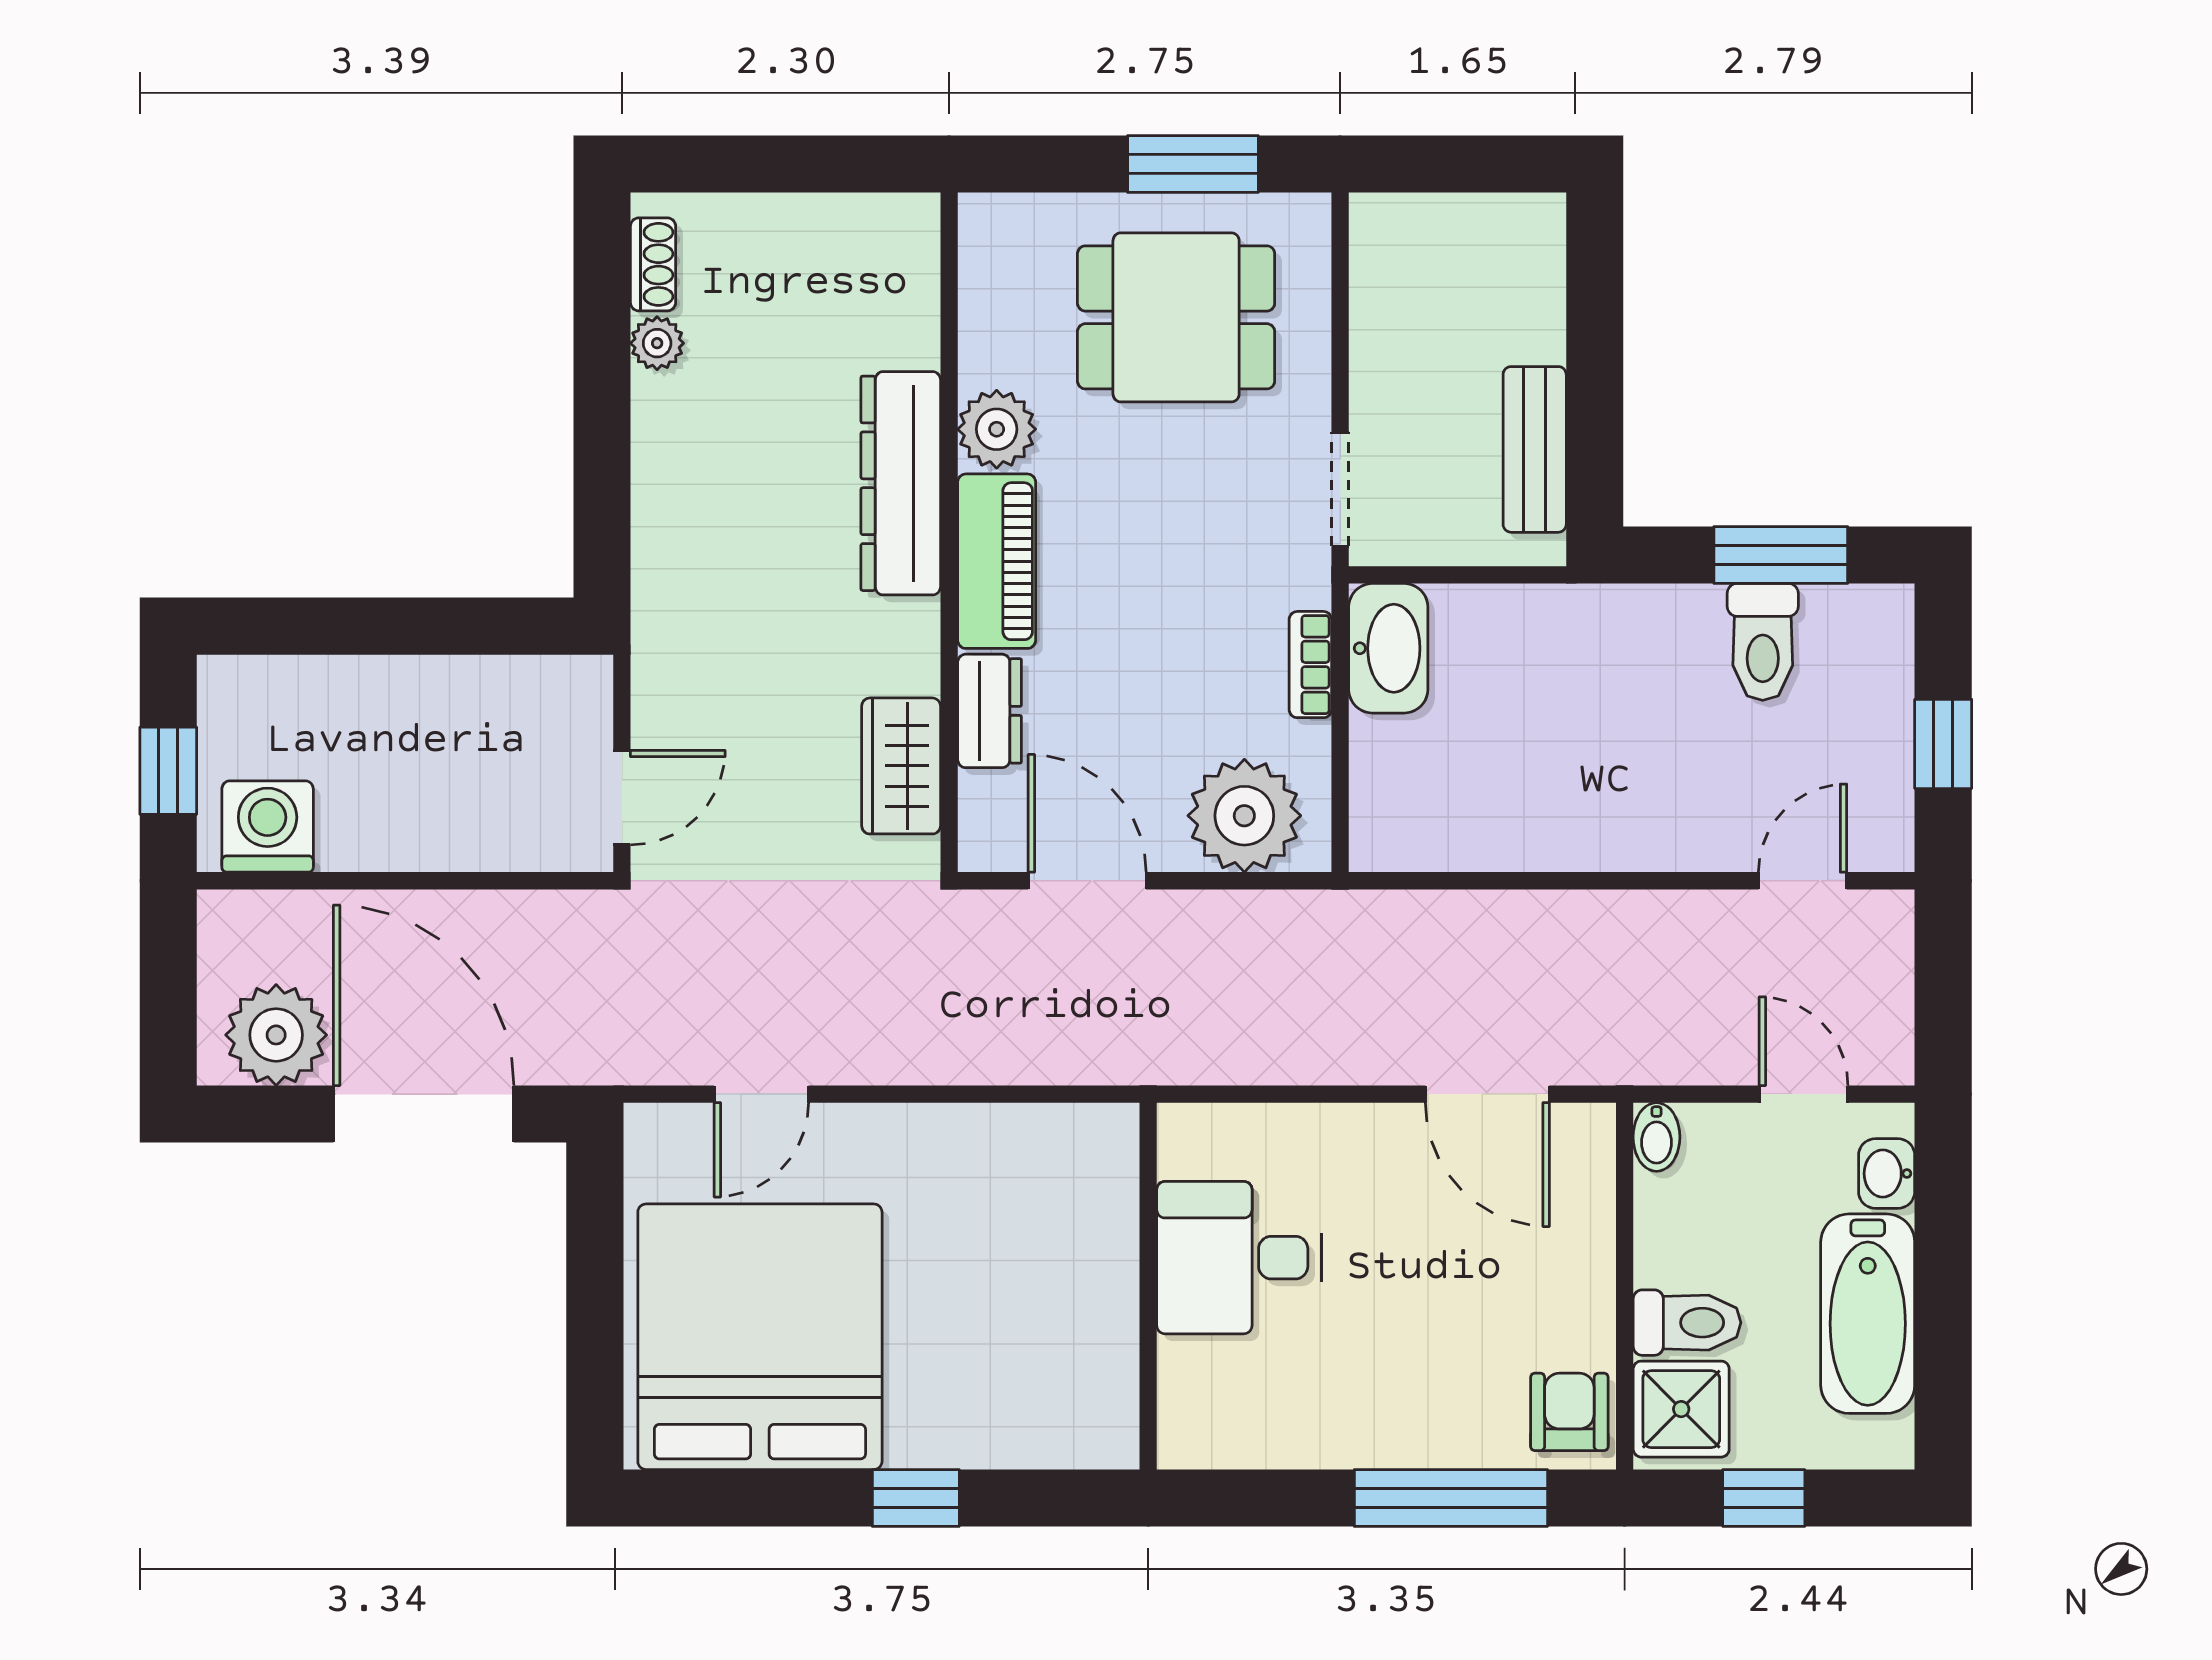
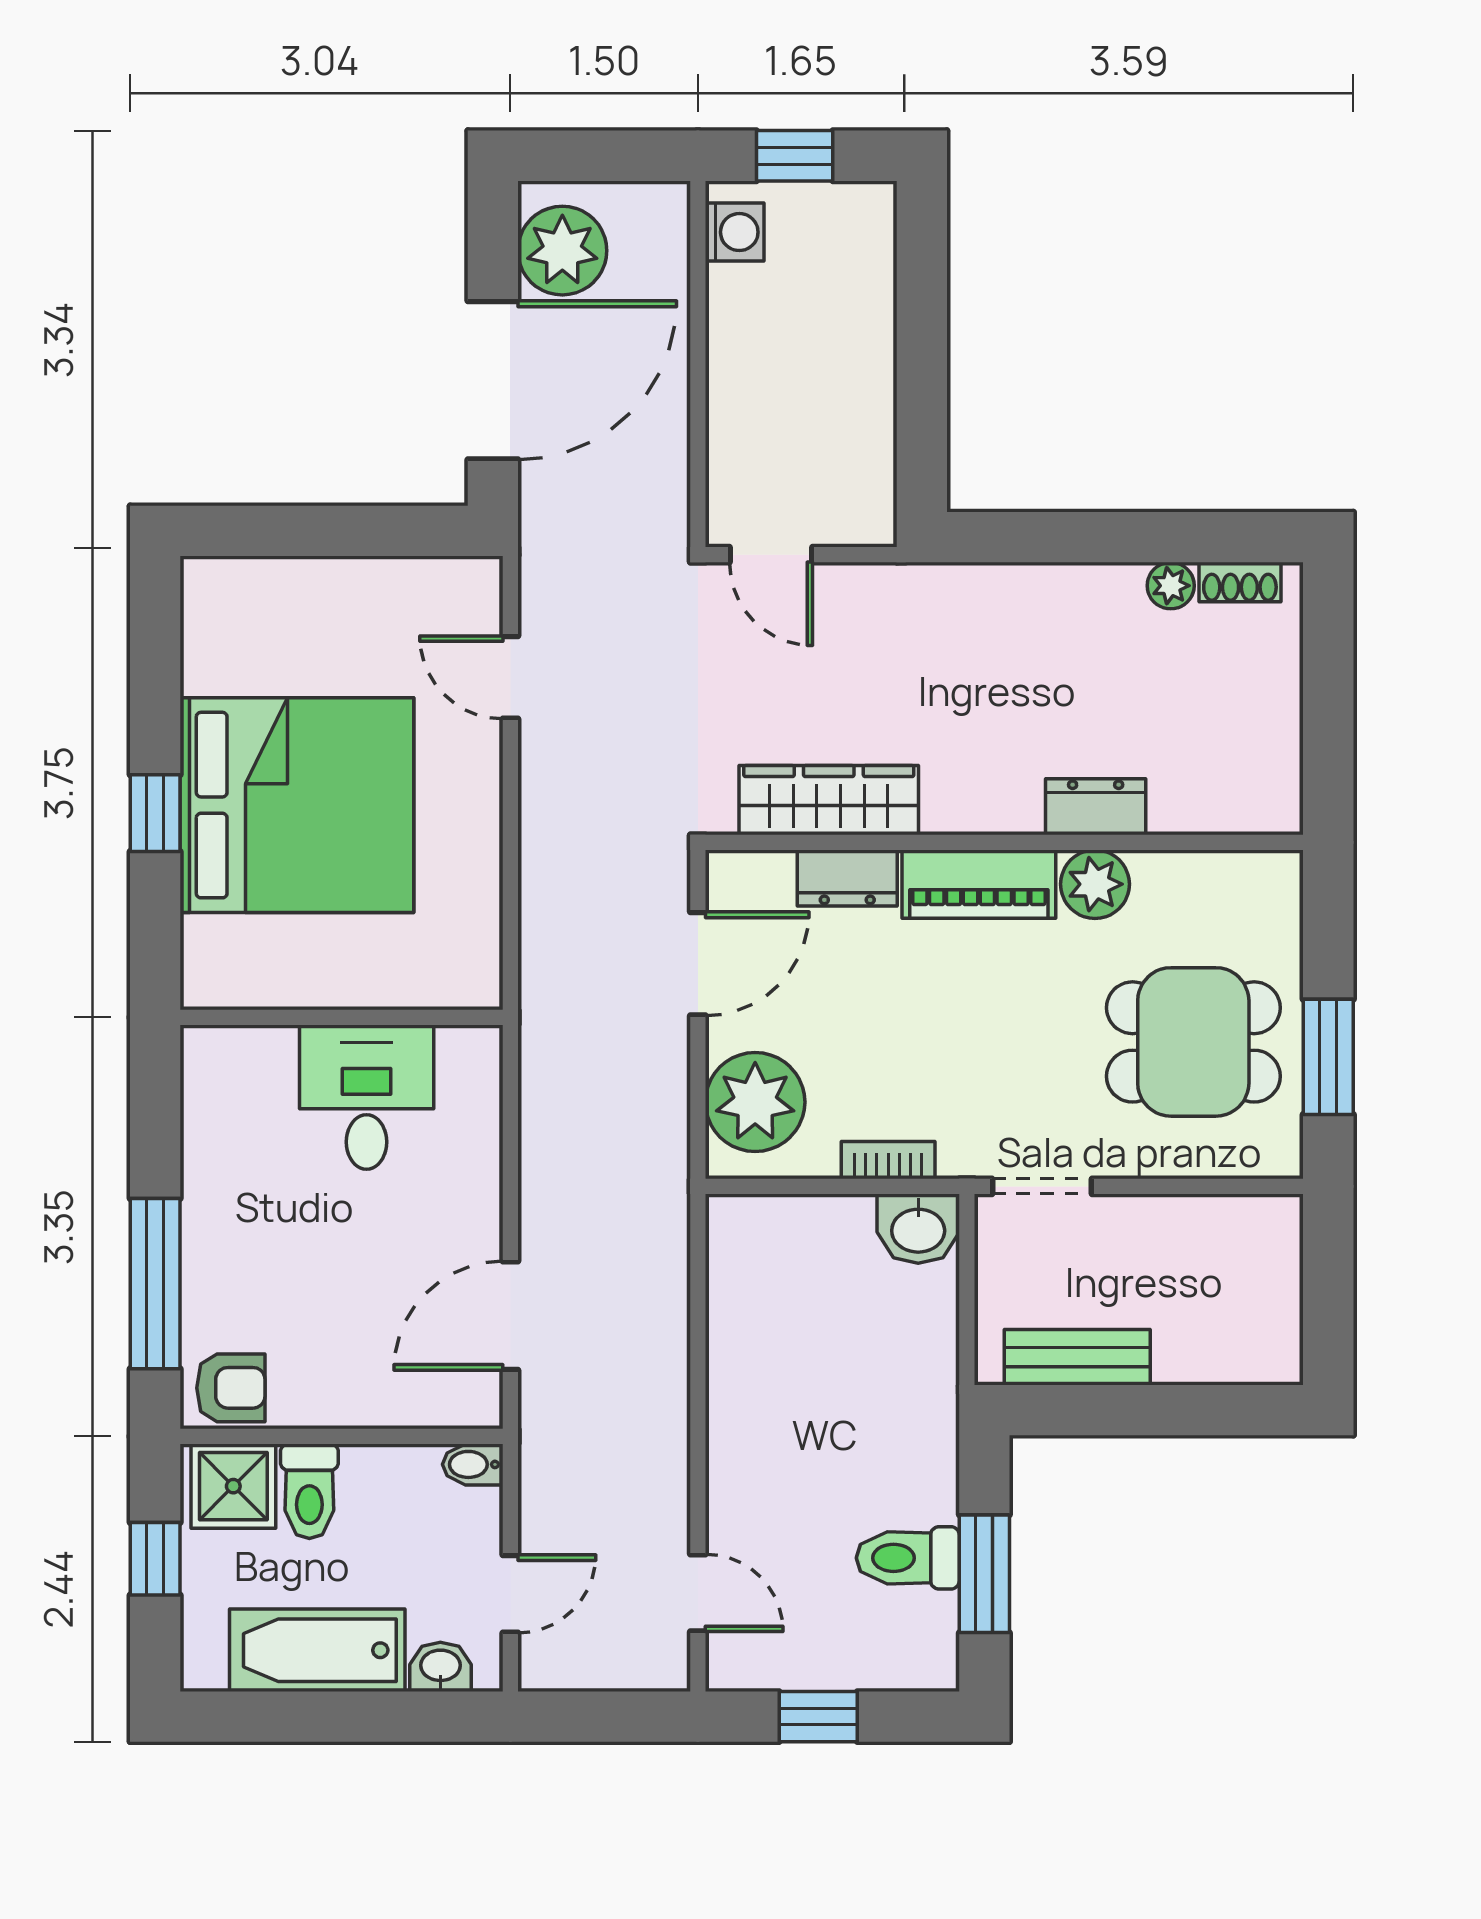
dining table: (1176, 317) -> (1193, 1042), turned 90
dresser: (901, 483) -> (1096, 807), width x0.51, depth x0.80
washbasin: (1388, 648) -> (918, 1229), width x0.72
wardrobe: (901, 766) -> (829, 800), width x1.50
washing machine: (268, 826) -> (735, 232), width x0.73, depth x0.73
bed: (760, 1337) -> (297, 805), moved

